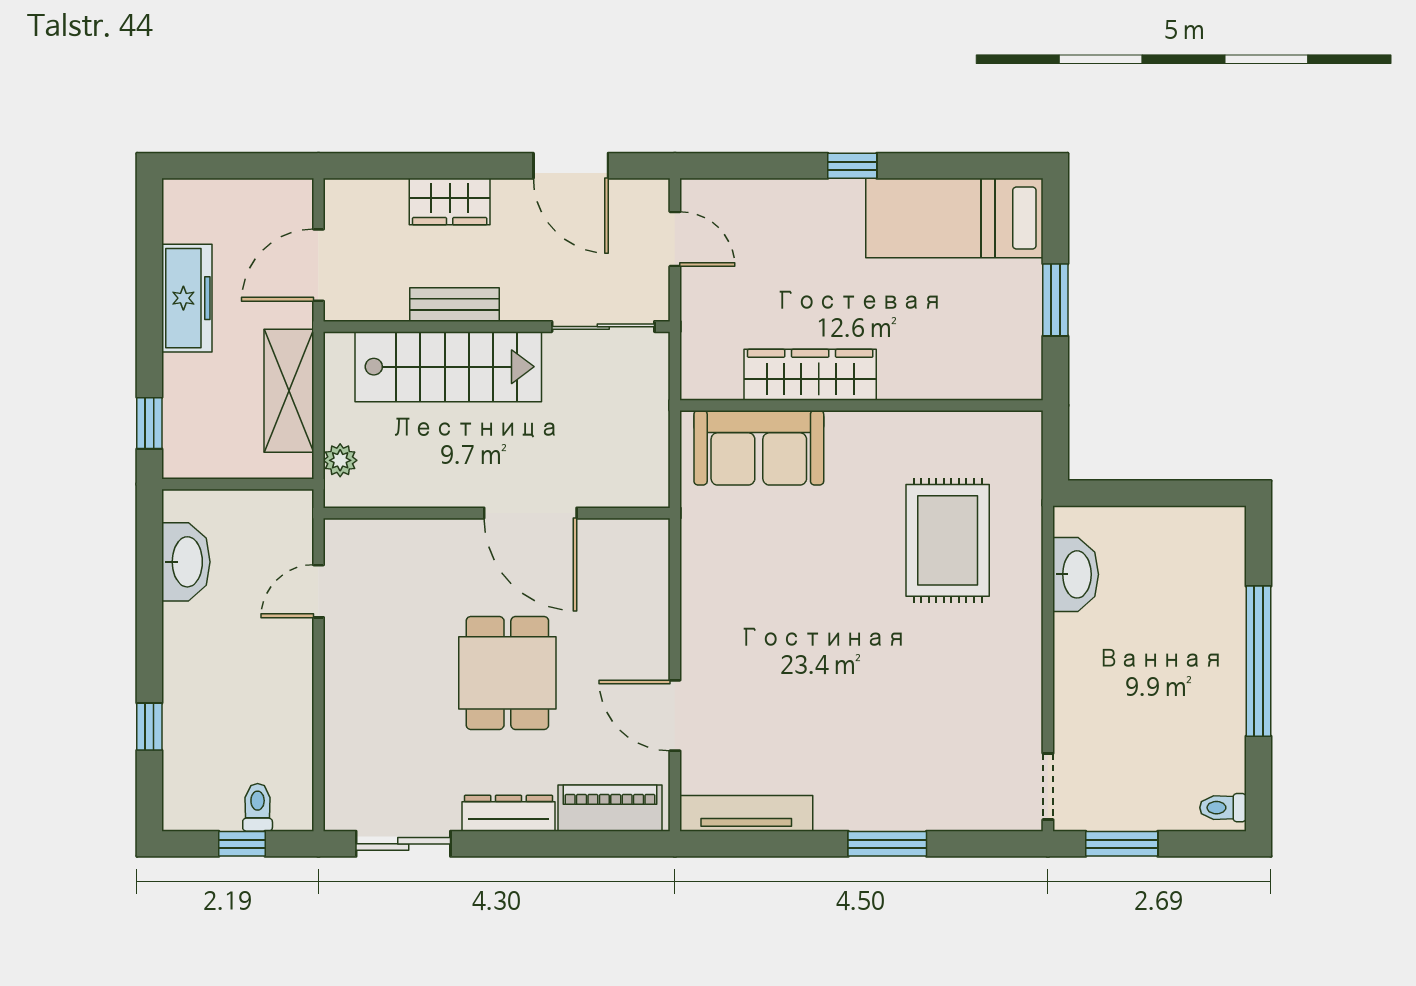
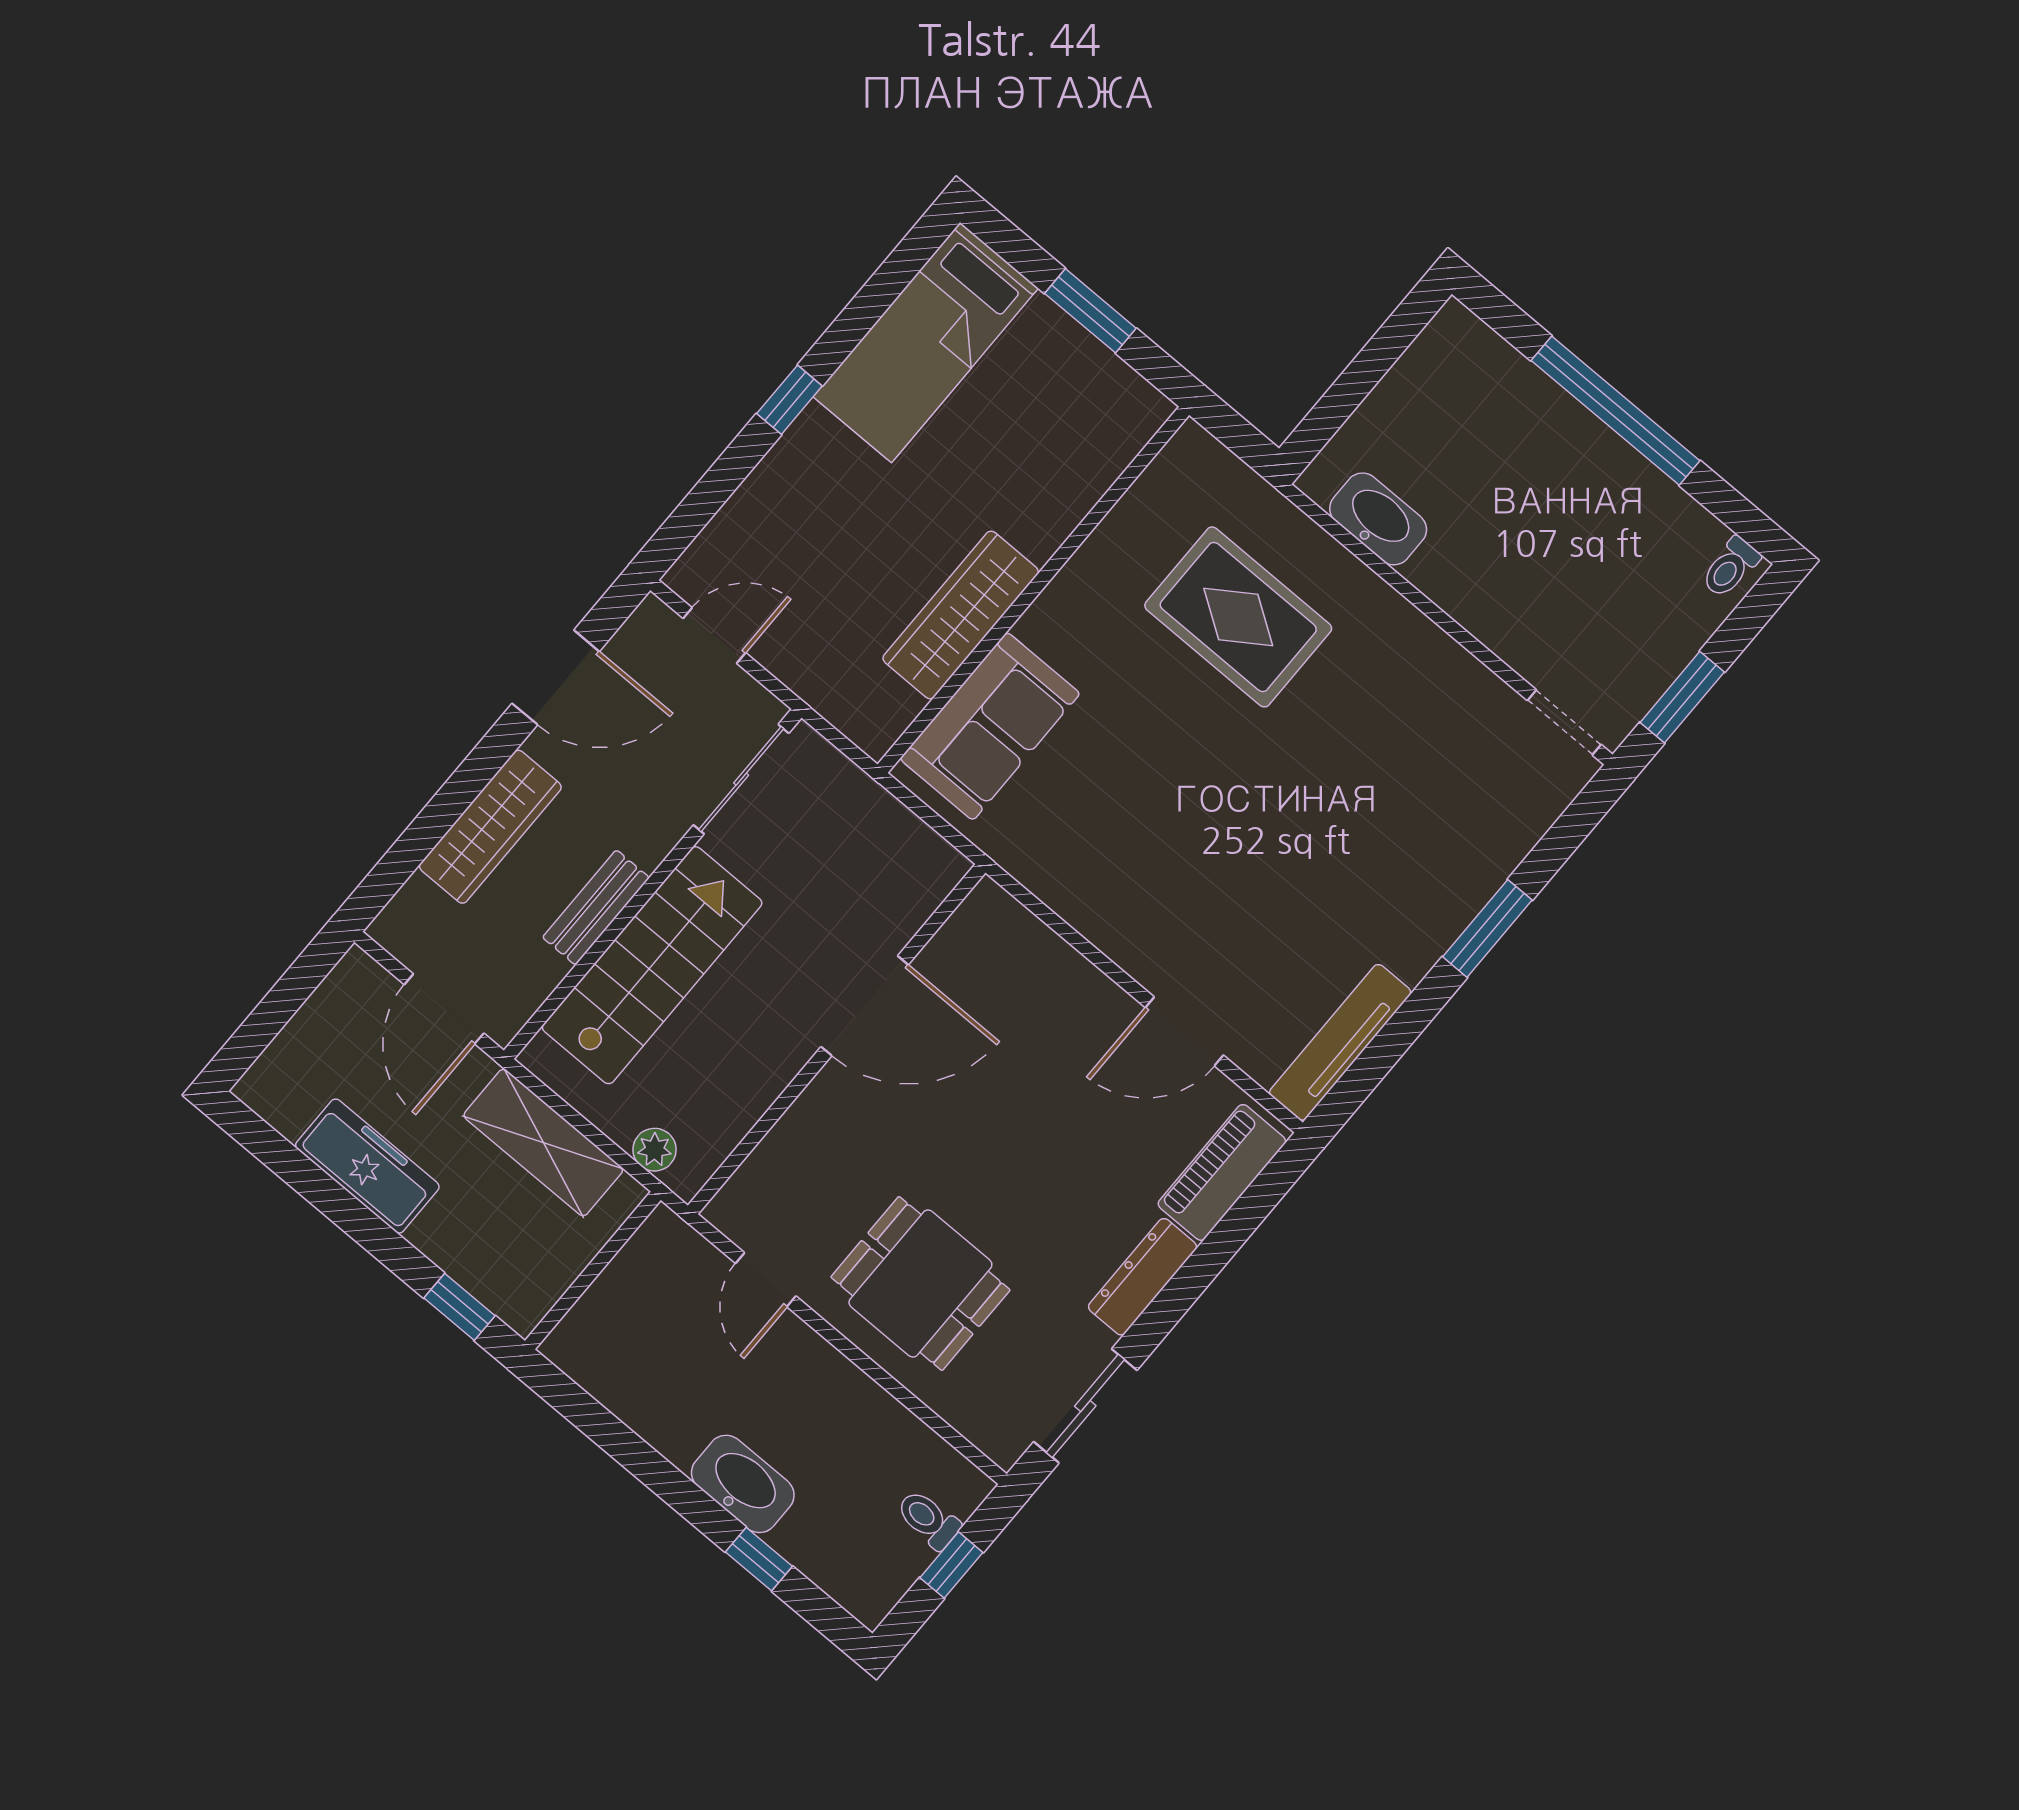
wardrobe: (450, 202) -> (490, 827), width x1.50
washbasin: (186, 562) -> (743, 1484), moved
dining table: (507, 673) -> (920, 1283), moved

